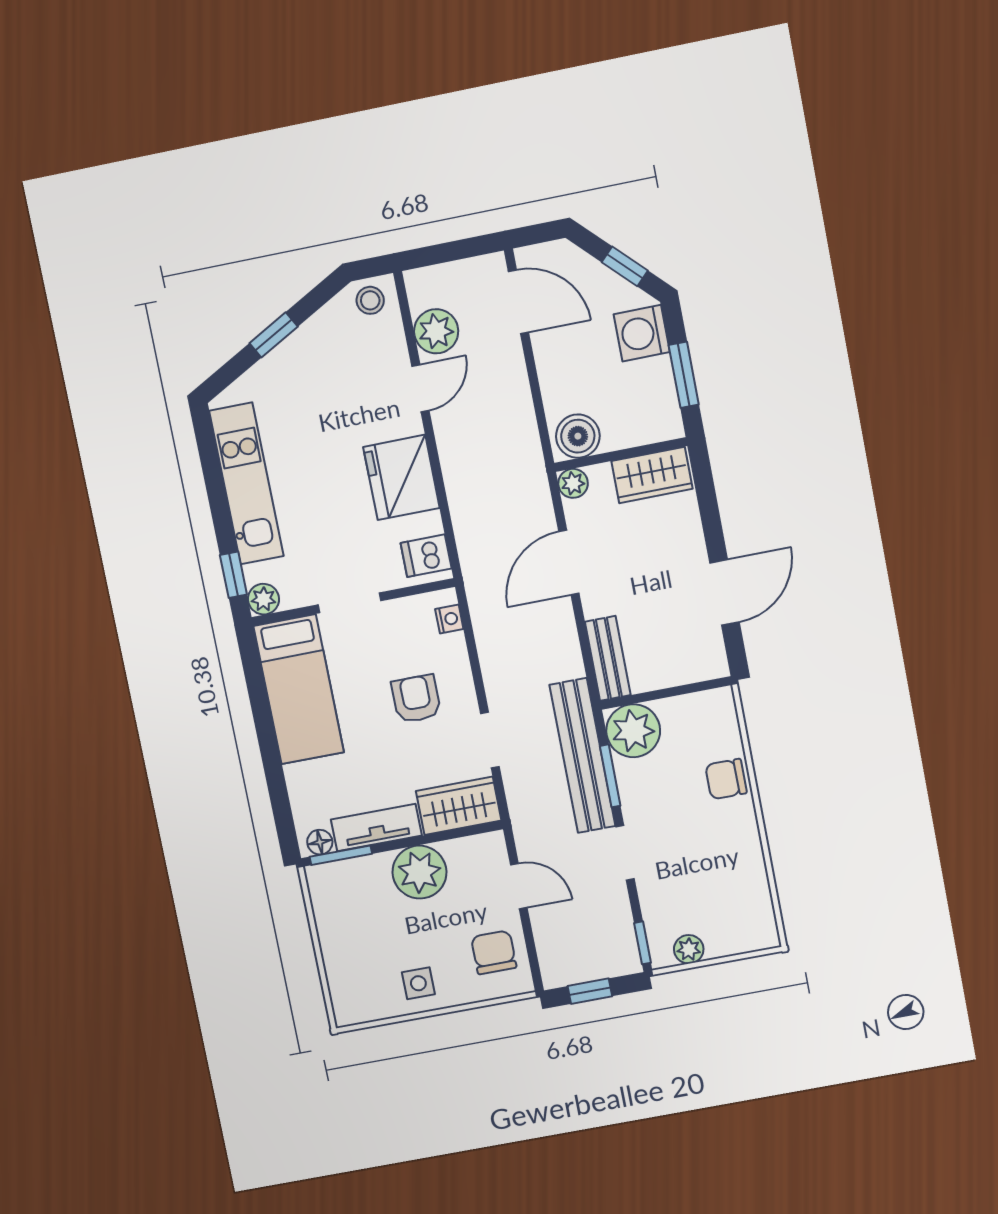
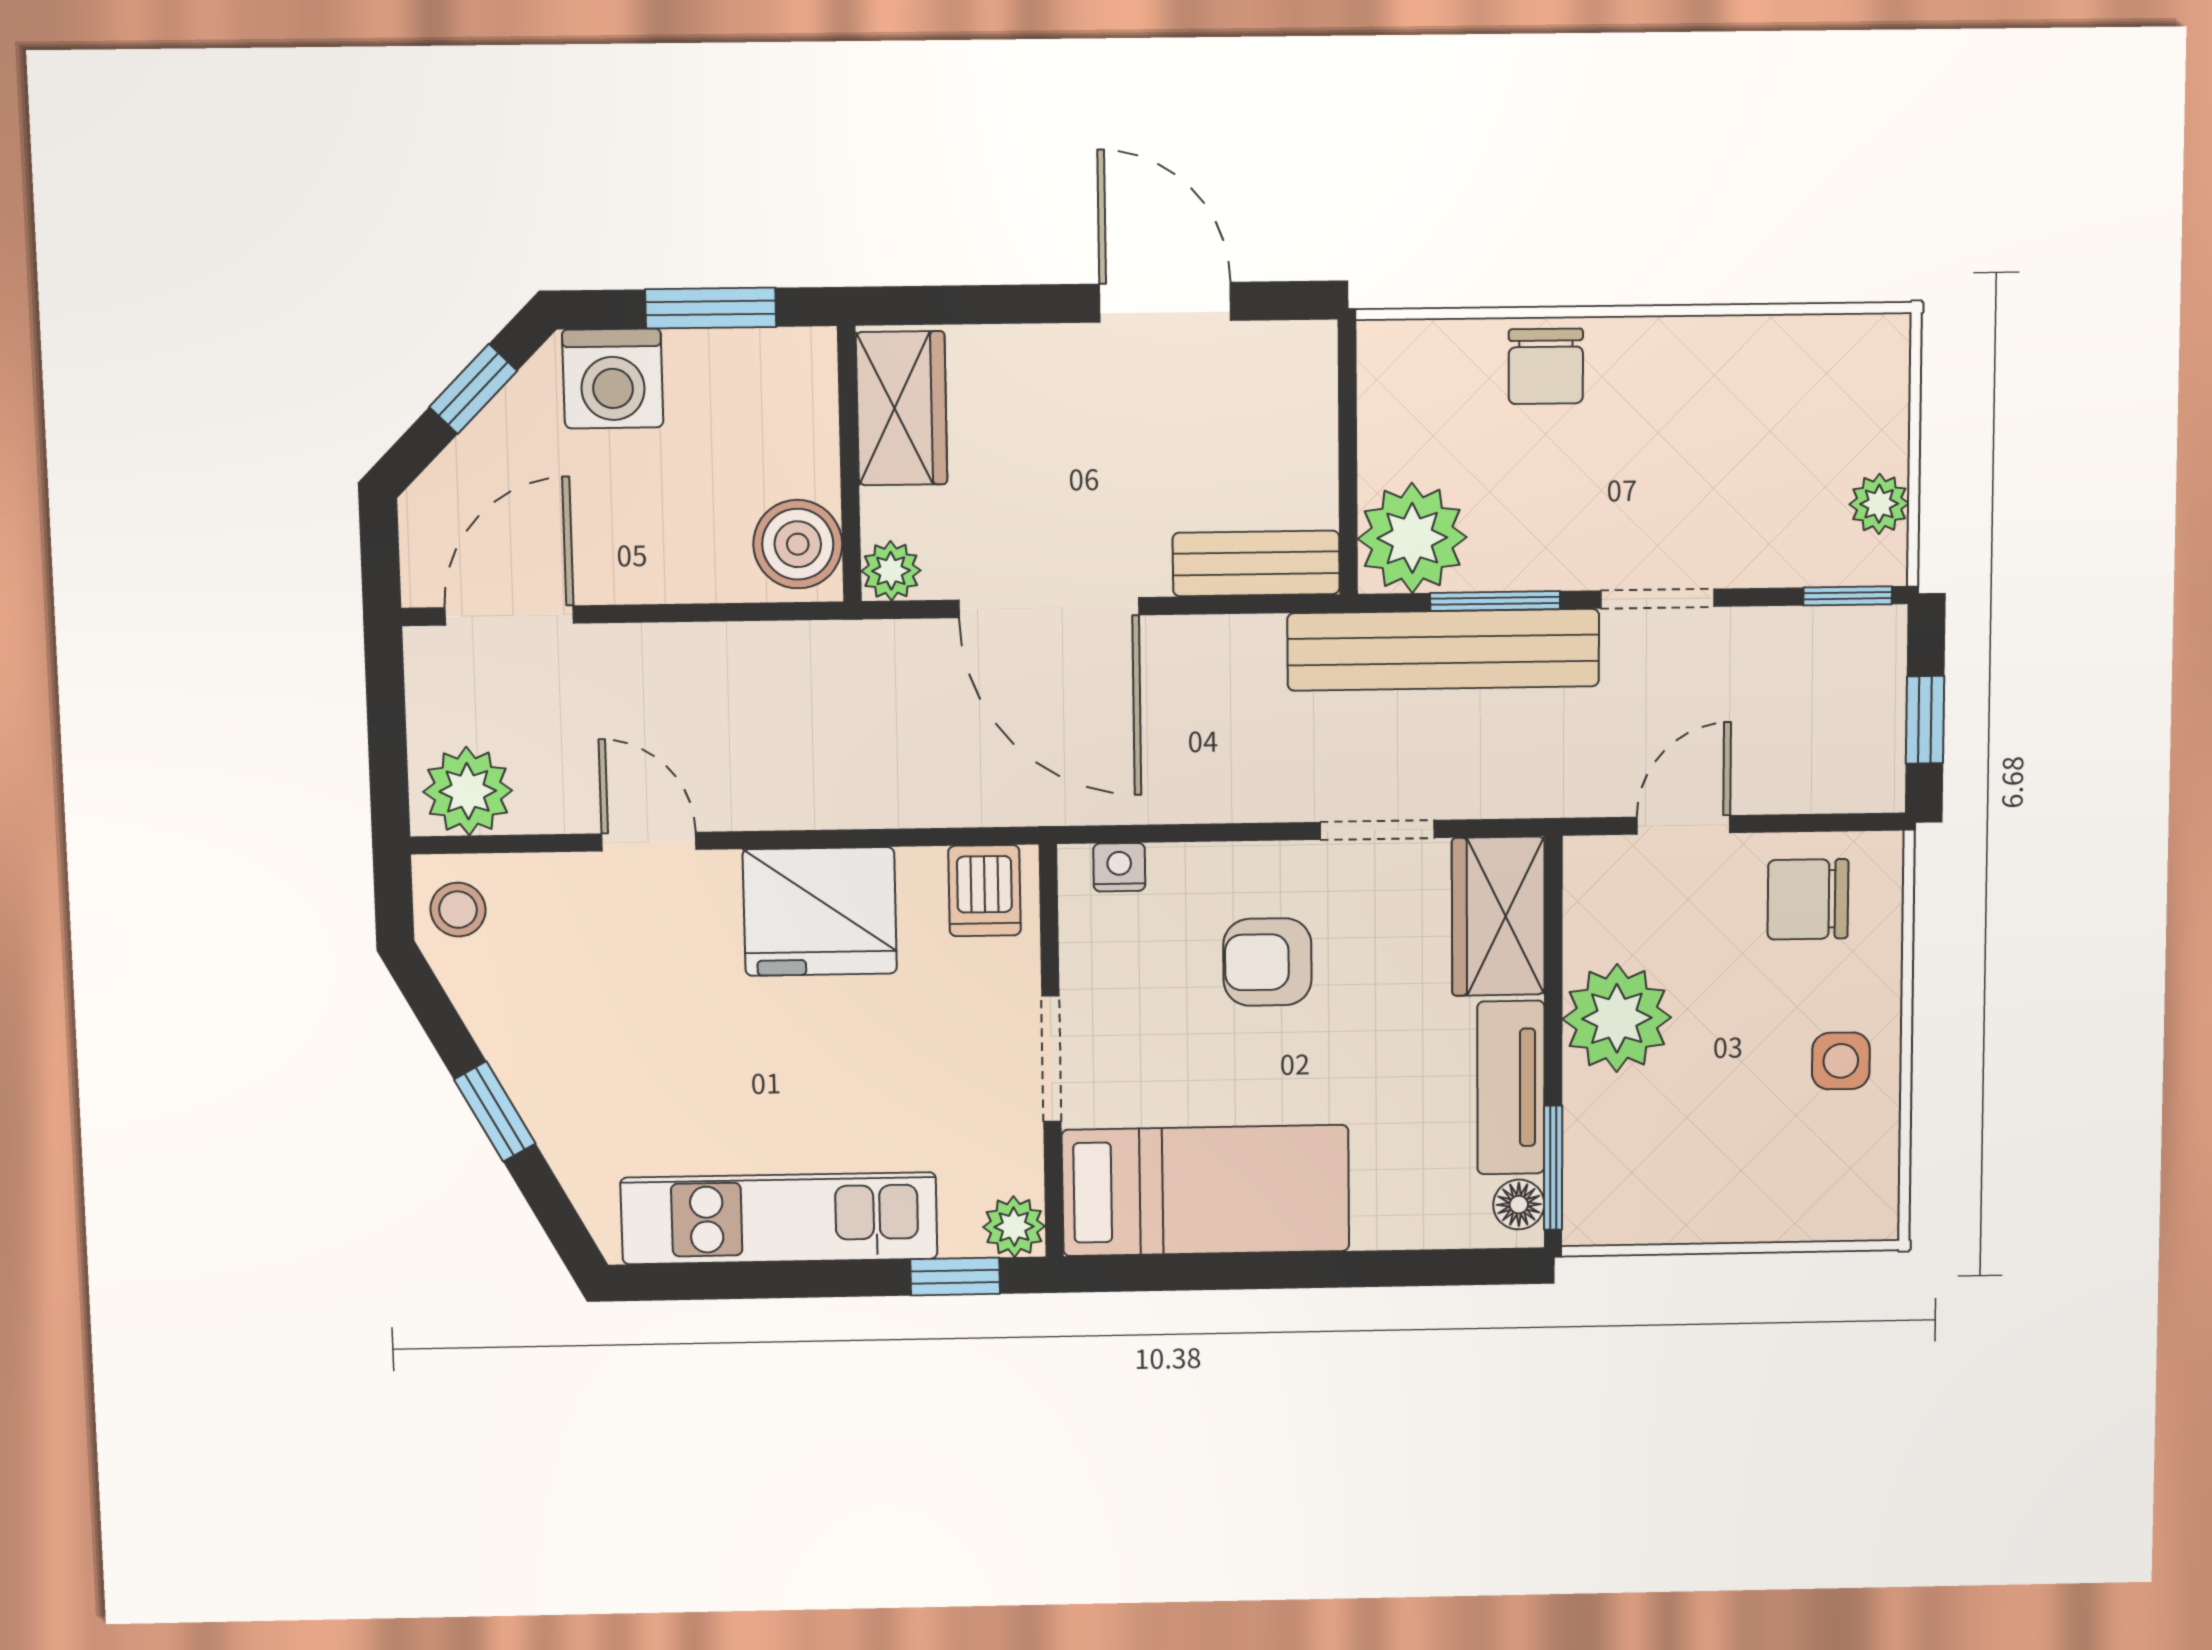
plant: (436, 331) -> (468, 791), moved
door: (569, 563) -> (1049, 608), width x1.36

